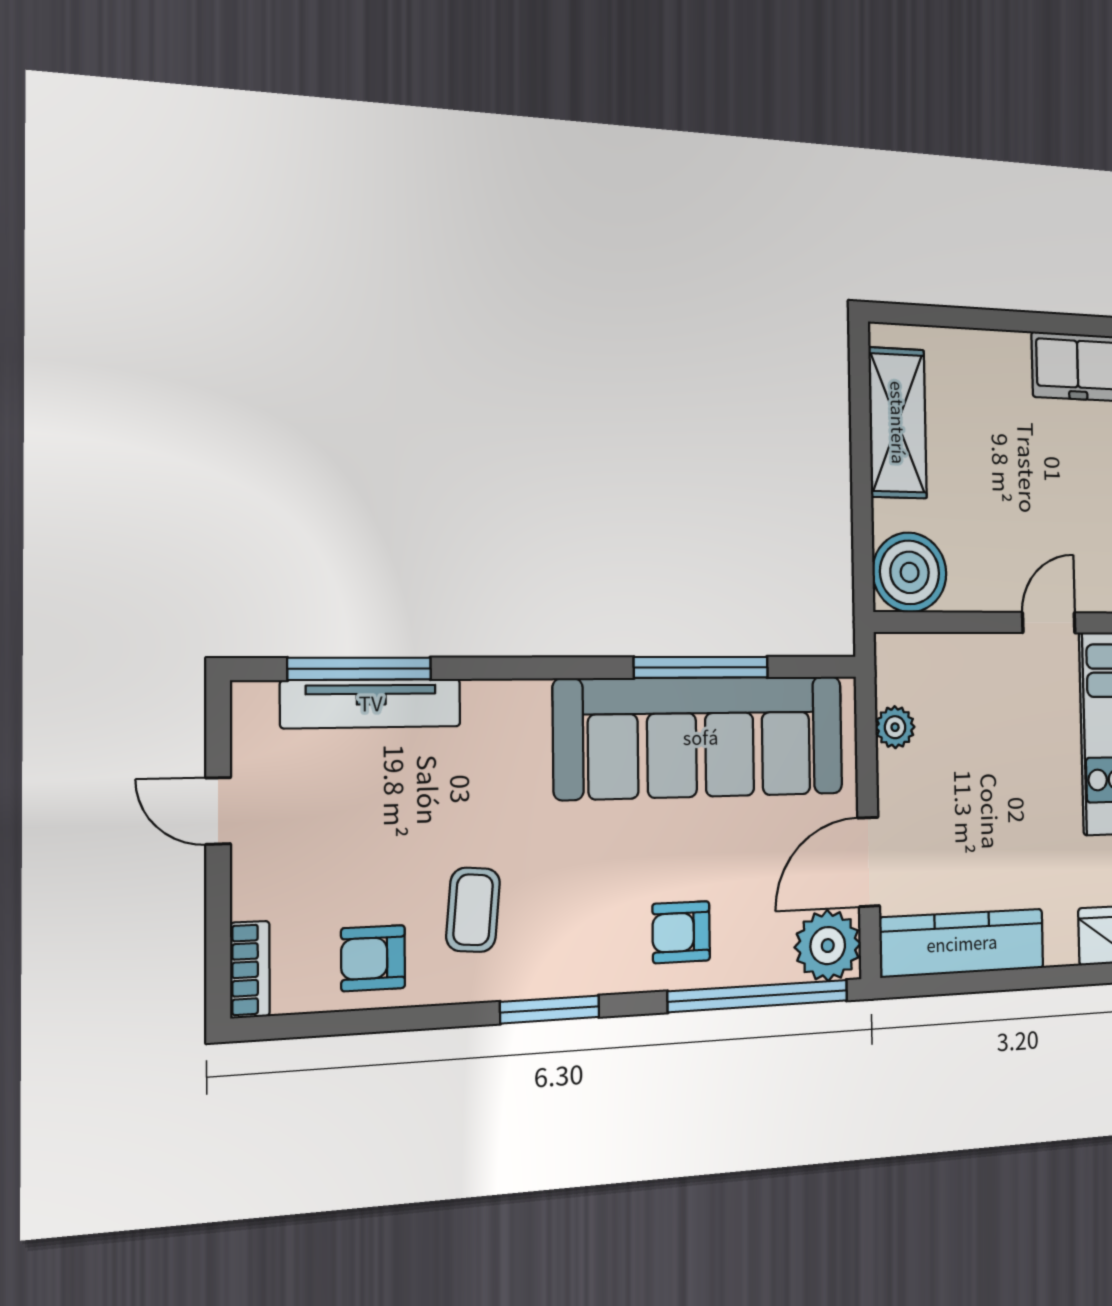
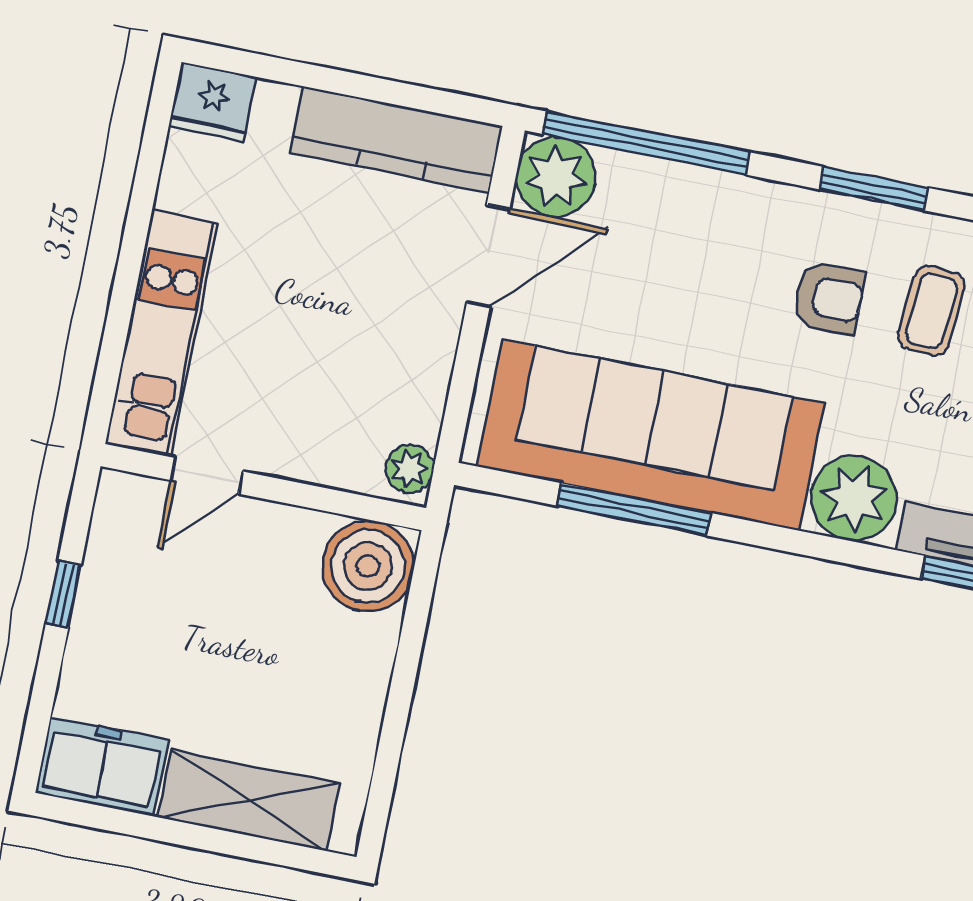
shelving: (898, 423) -> (249, 800), moved, turned 90
plant: (509, 719) -> (854, 498), added
plant: (895, 727) -> (410, 469), moved
armchair: (681, 932) -> (829, 298), moved

